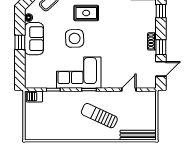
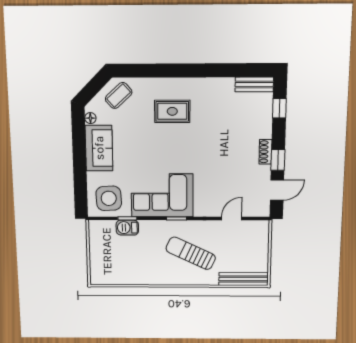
side table: (75, 38) -> (109, 198), moved
window: (20, 42) -> (79, 153), removed
barbecue: (34, 96) -> (127, 228), moved

